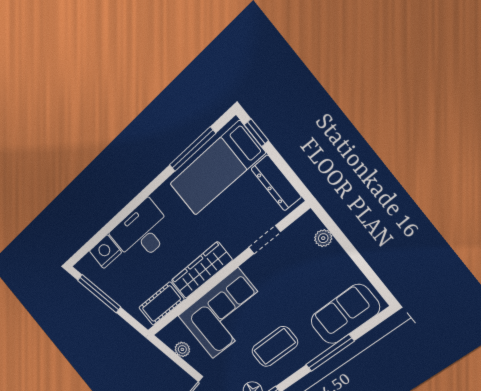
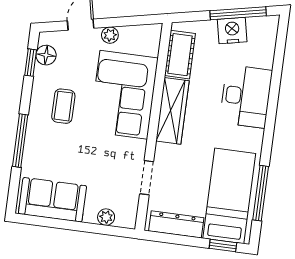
nightstand: (105, 252) -> (232, 31), moved, turned -102
sofa: (345, 314) -> (52, 200), moved, turned -90
coffee table: (275, 347) -> (63, 106), width x0.73, depth x0.77
plant: (182, 349) -> (110, 35), moved

